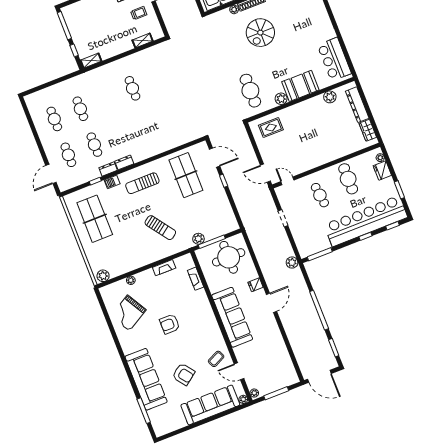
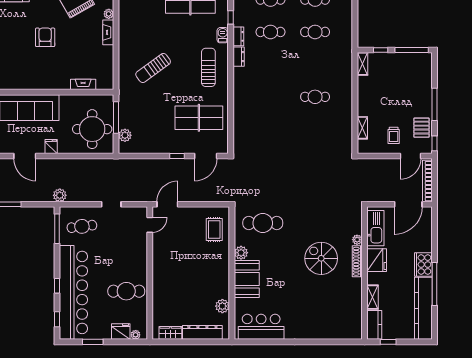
cafe table: (320, 195) -> (82, 226), moved
plant: (198, 239) -> (125, 135), moved
fireplace: (164, 268) -> (108, 32), moved

